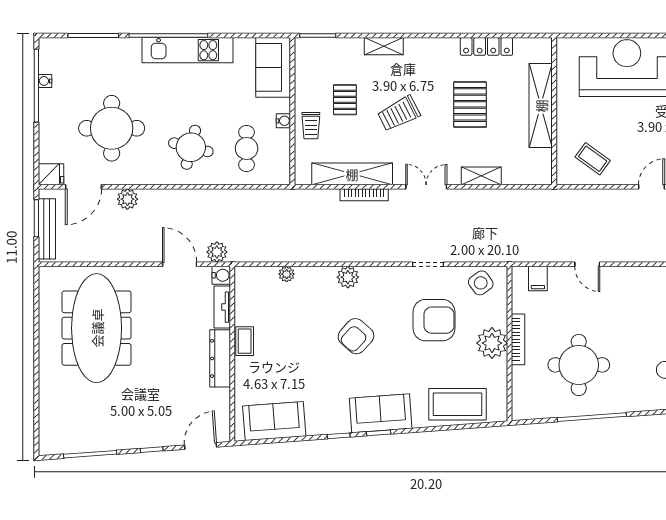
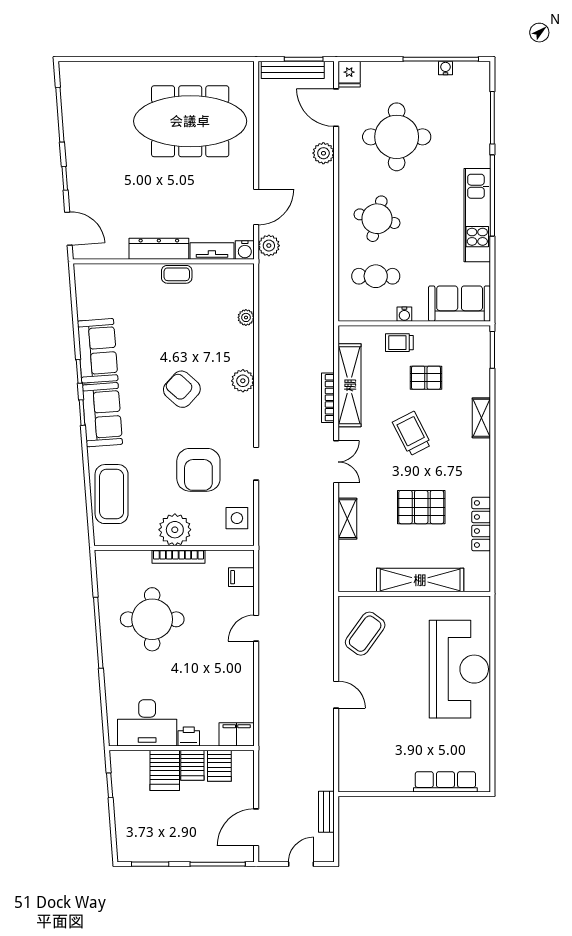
coffee table: (593, 159) -> (365, 634), width x1.36, depth x1.30
side table: (481, 283) -> (237, 518), turned 36
sofa: (274, 421) -> (98, 351), moved

